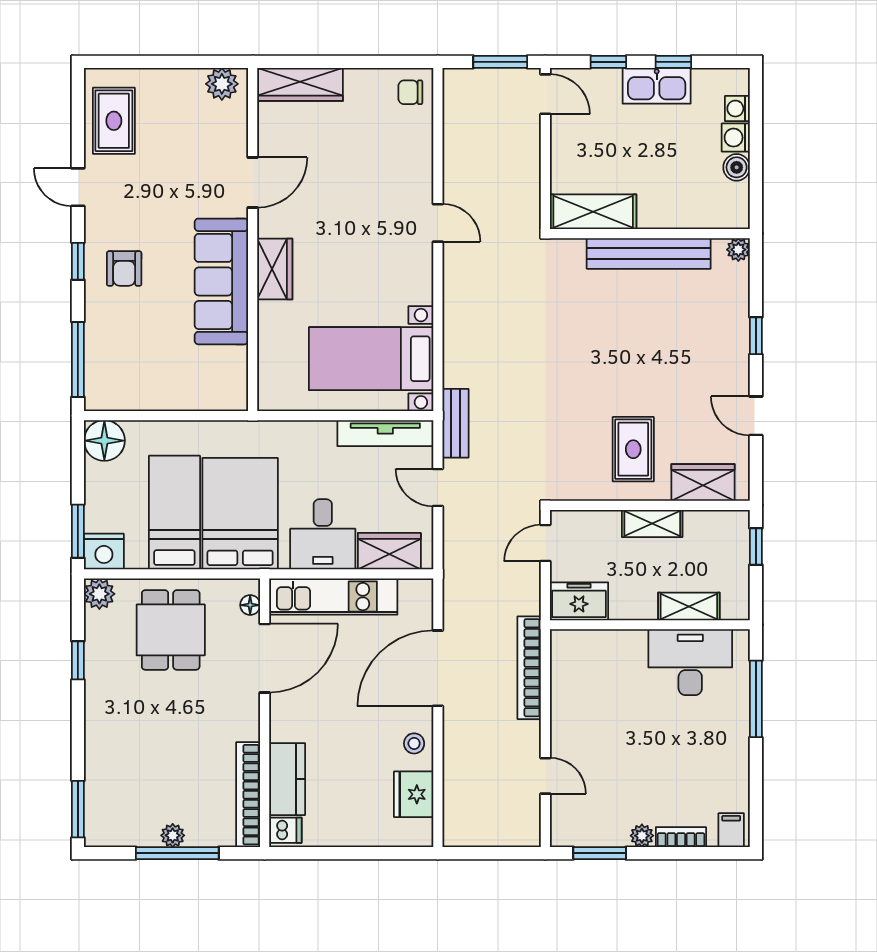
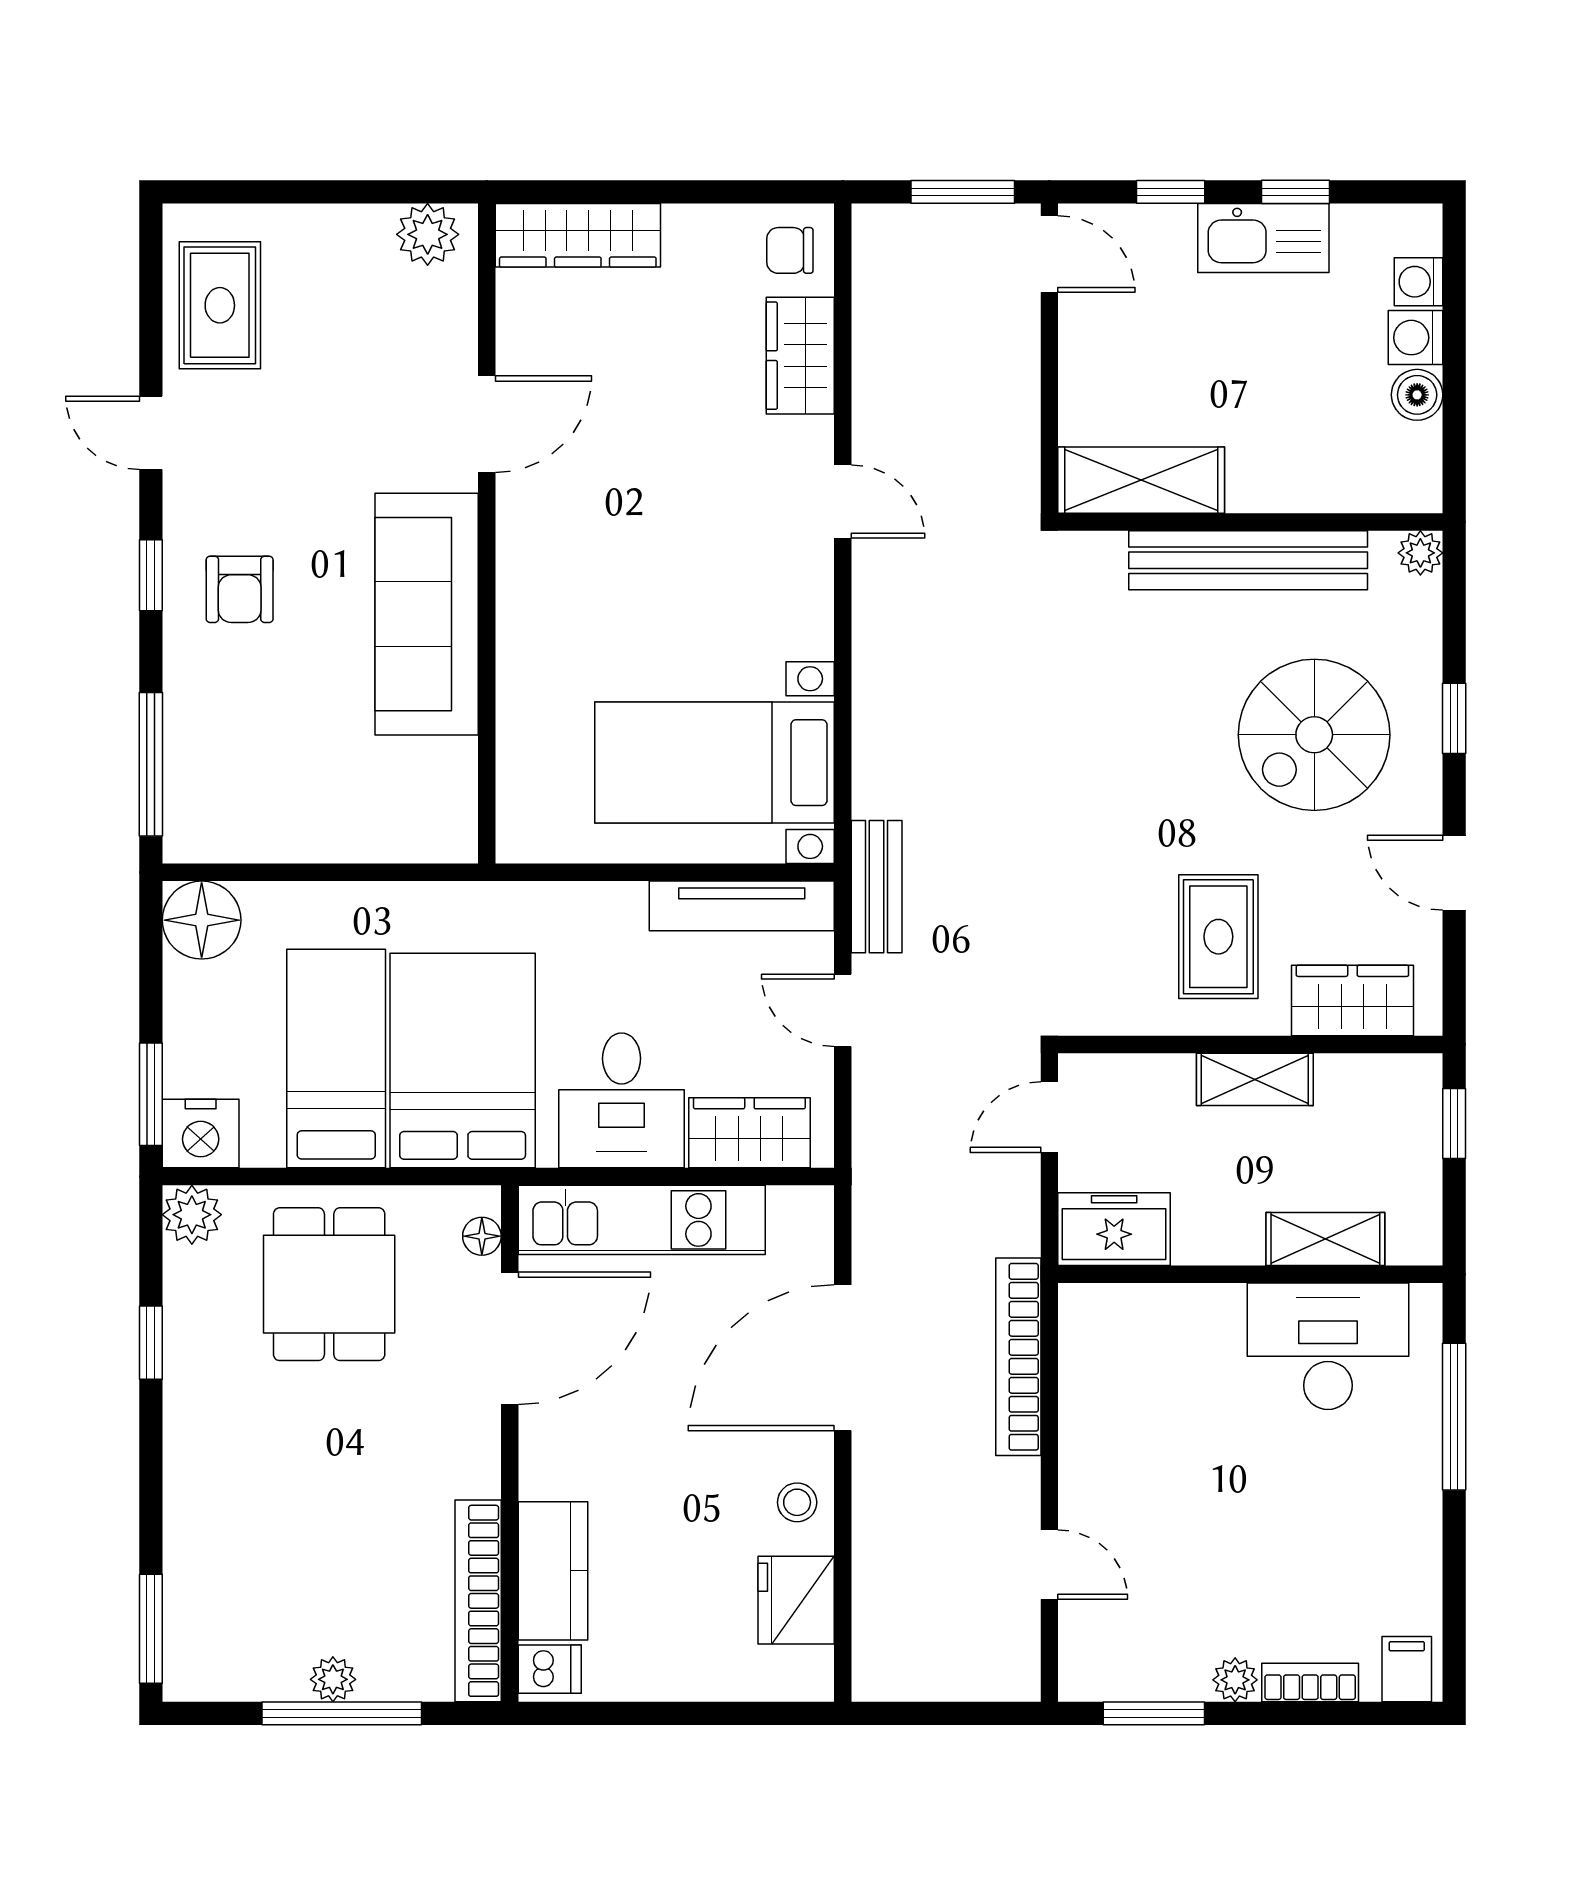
wardrobe: (275, 269) -> (800, 356), moved, turned 180
spiral stairs: (683, 344) -> (1314, 735), added

